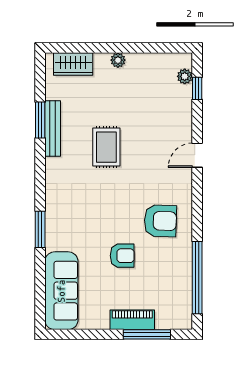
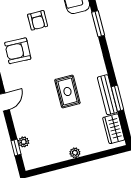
wardrobe: (73, 64) -> (114, 129), moved, turned -90
plant: (185, 76) -> (24, 142), moved
armchair: (122, 256) -> (38, 20), turned -90

